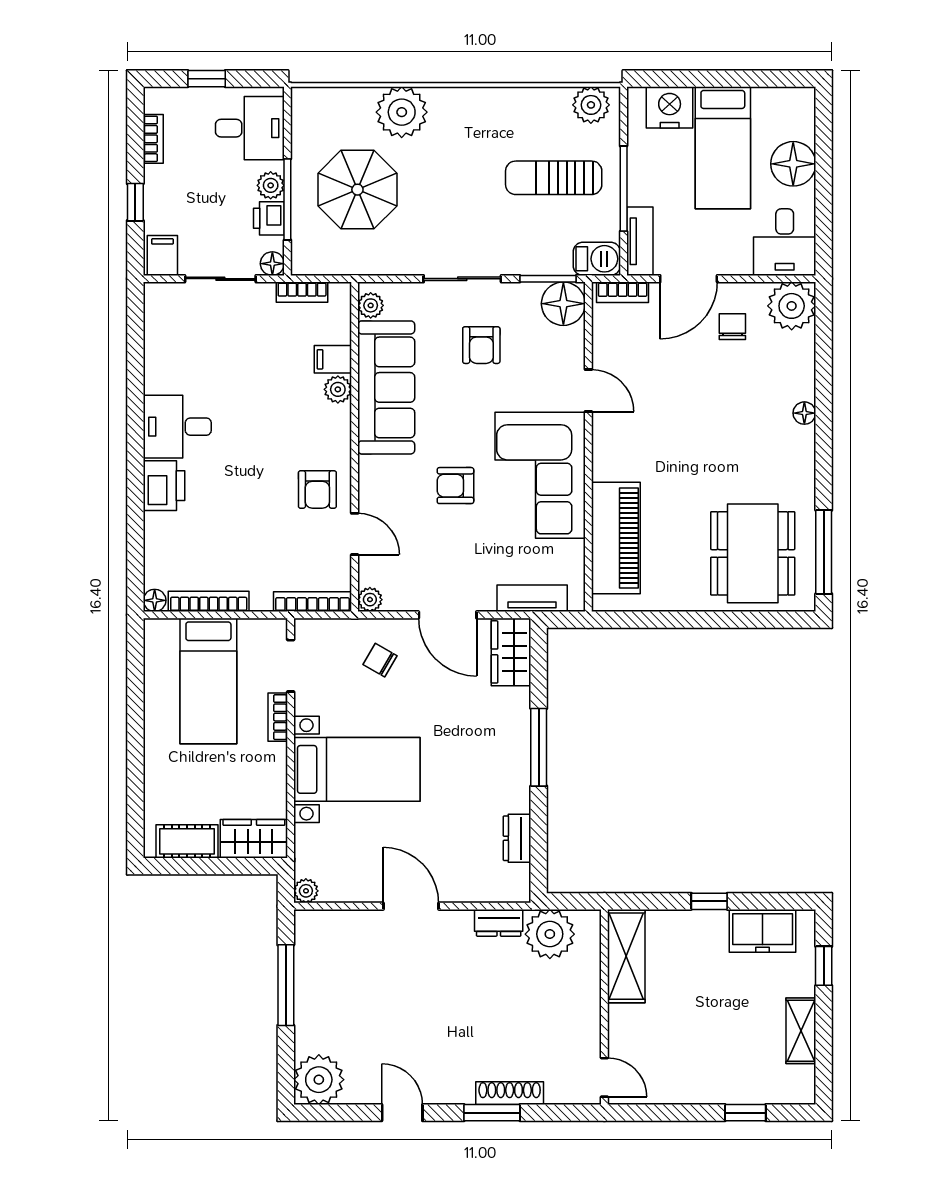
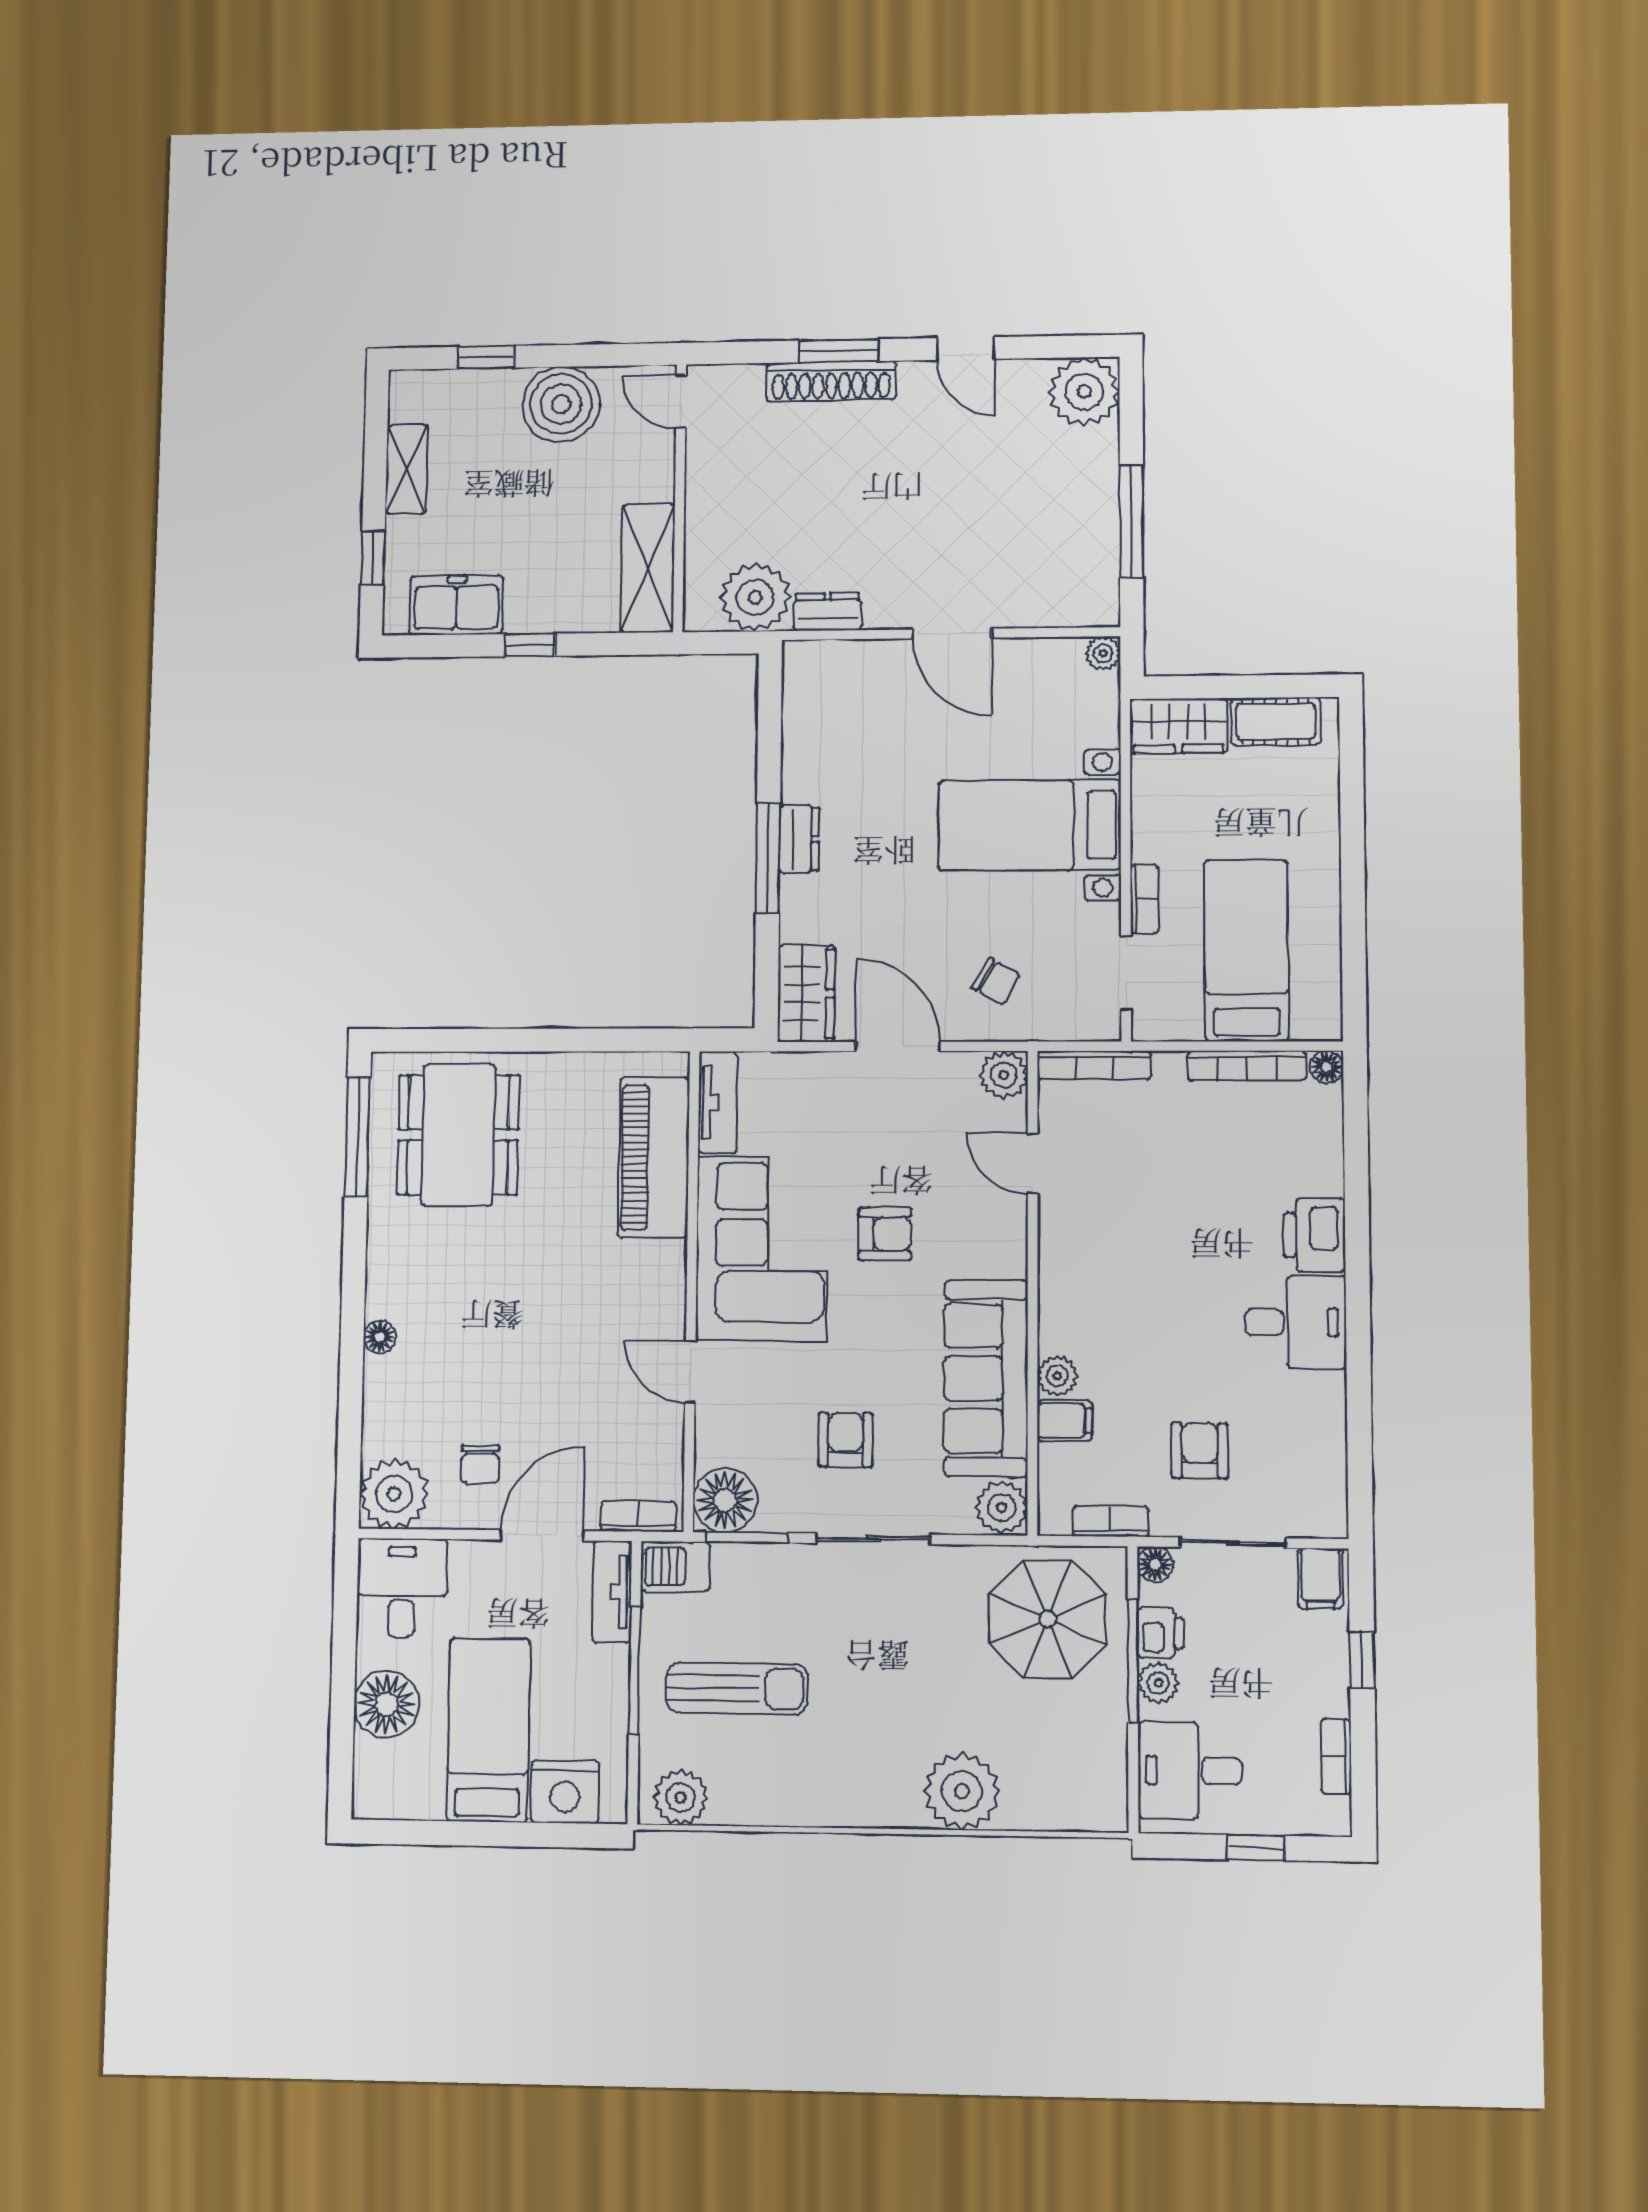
parasol: (357, 190) -> (1048, 1619), moved
plant: (371, 305) -> (1002, 1507), width x1.38, depth x1.38
armchair: (317, 489) -> (1200, 1451), moved
tv unit: (532, 598) -> (718, 1103), moved, turned -90
plant: (370, 600) -> (1004, 1075), width x1.38, depth x1.38
dresser: (517, 838) -> (799, 839), moved
boiler: (690, 1077) -> (561, 404), added
shoe rack: (510, 1093) -> (831, 381), width x1.36, depth x1.24

